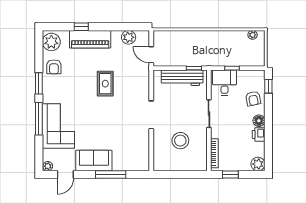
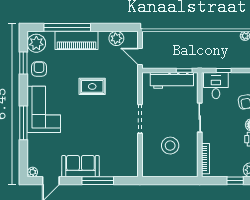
window: (81, 27) -> (67, 27), width x3.17
armchair: (54, 67) -> (39, 69), turned 180
window: (39, 83) -> (23, 63), moved
rug: (105, 84) -> (92, 86), turned 90
corner sofa: (58, 126) -> (44, 109), moved
window: (230, 174) -> (235, 181), moved

